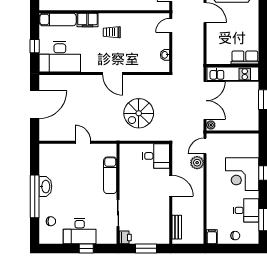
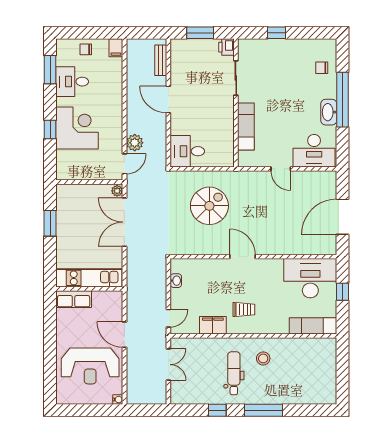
filing cabinet: (87, 20) -> (213, 325), moved
row of seats: (245, 57) -> (74, 299), moved
wall: (233, 65) -> (89, 289), moved
kitchen unit: (233, 74) -> (89, 278), moved
door: (171, 186) -> (168, 99), moved
desk: (80, 231) -> (314, 151), moved, turned 180

